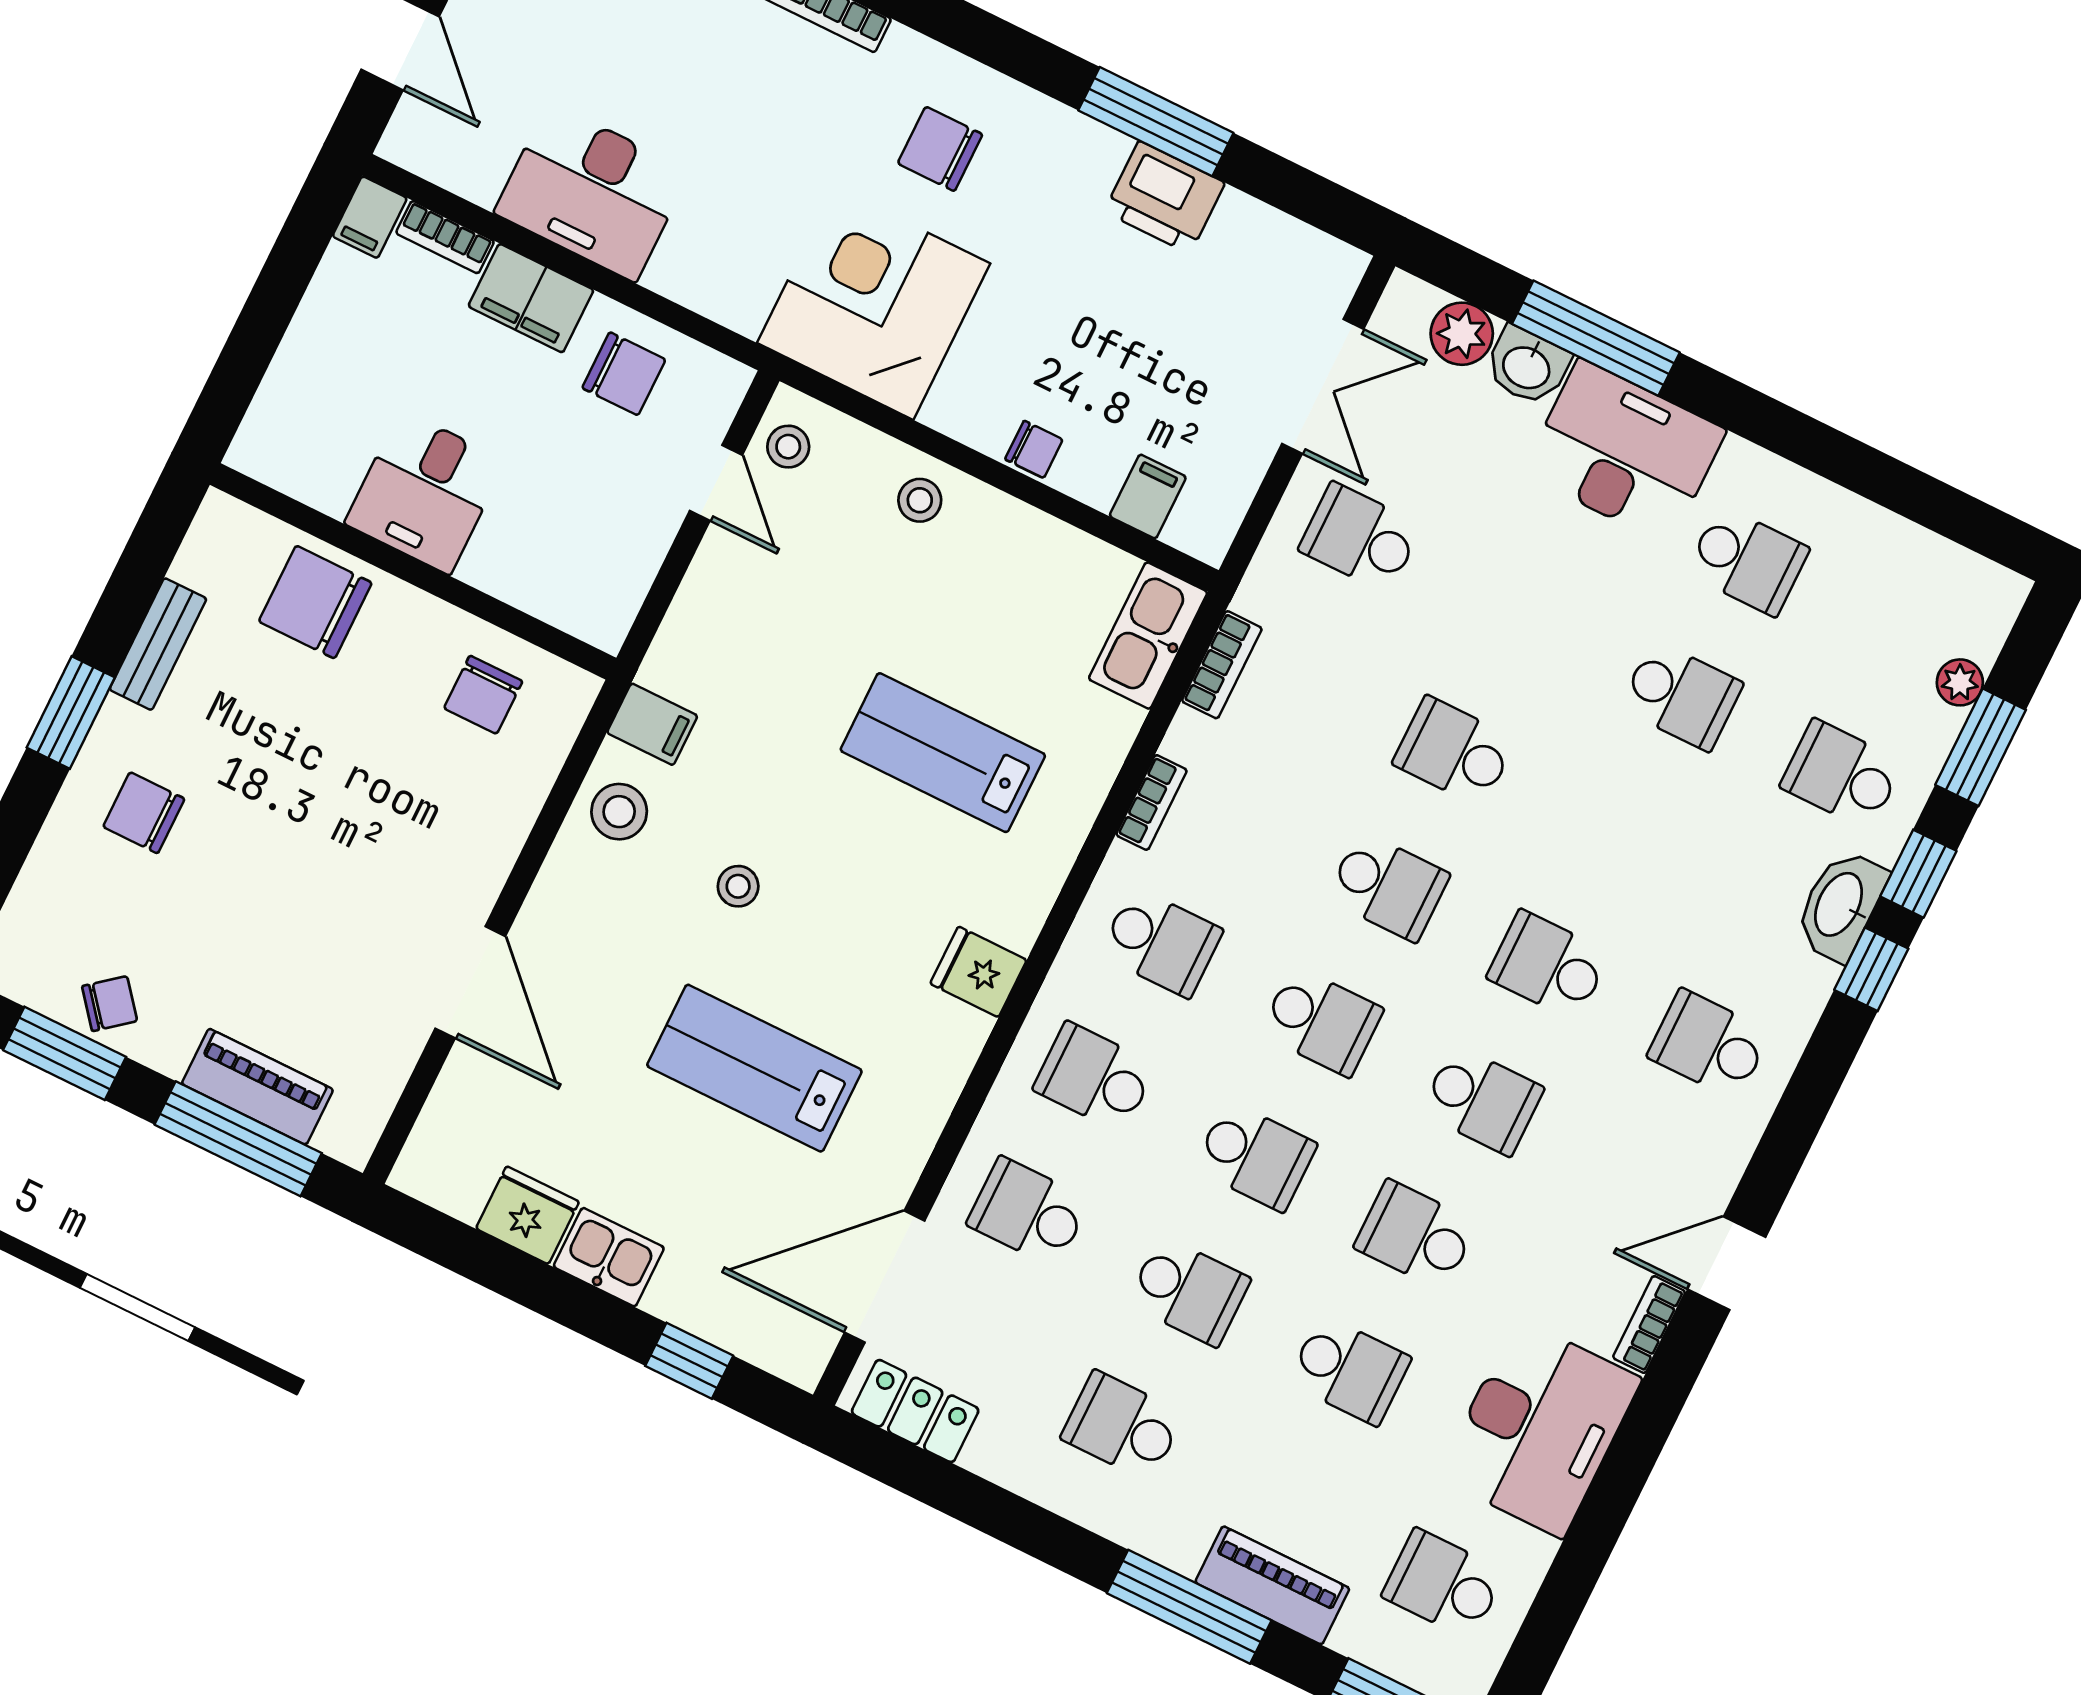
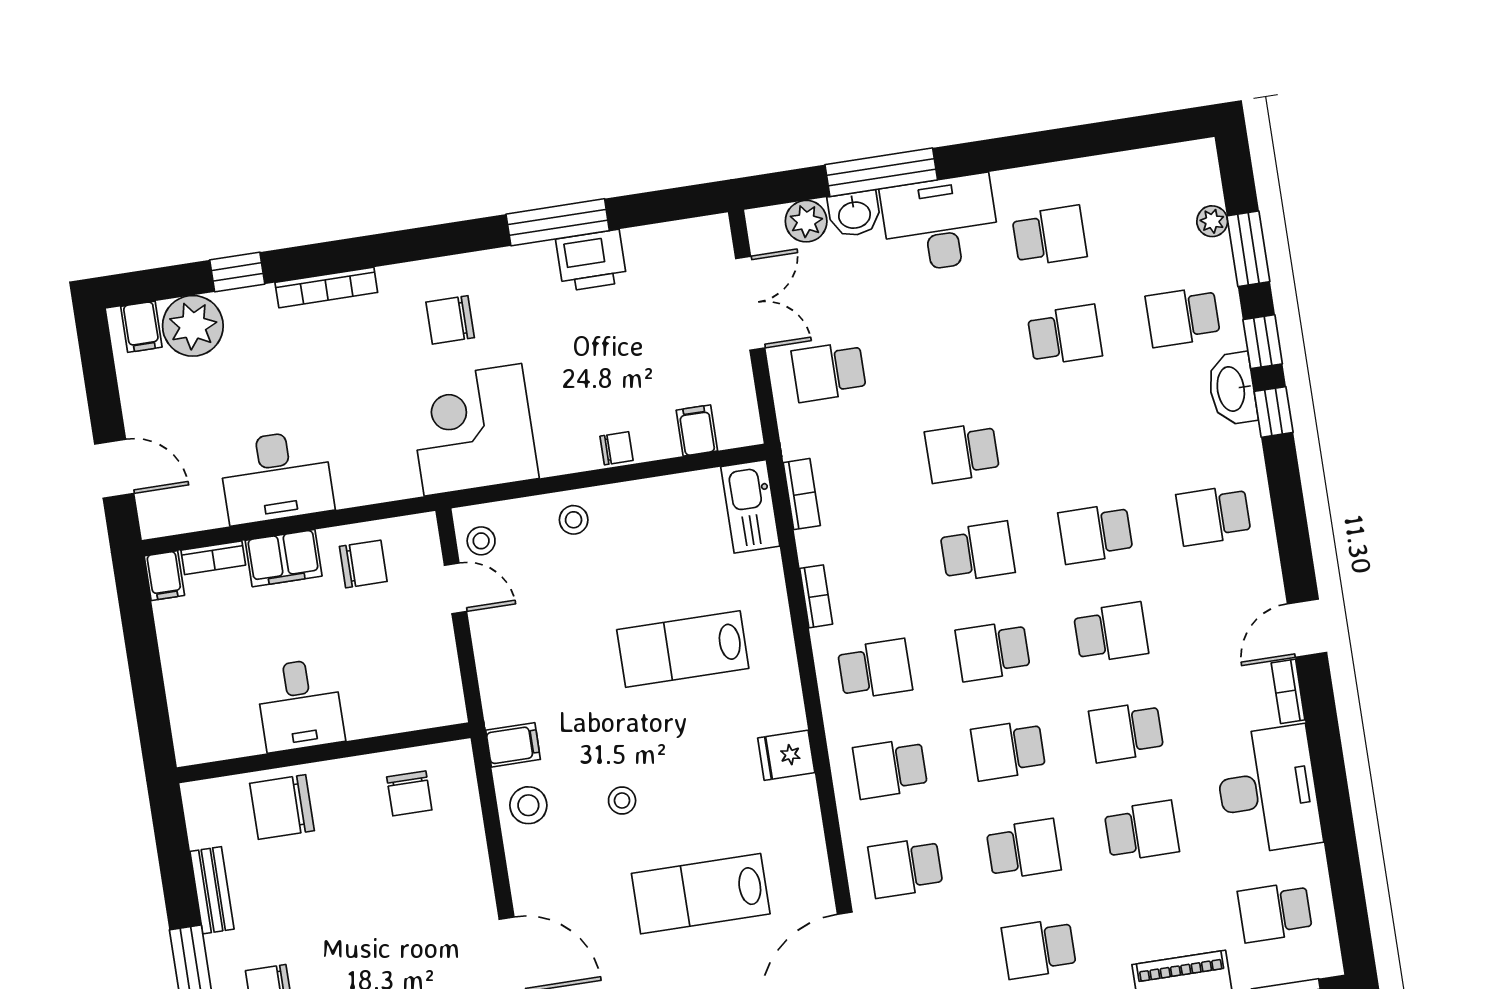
school desk: (1322, 1021) -> (993, 651), turned 180
school desk: (1255, 1156) -> (1008, 750), turned 180

